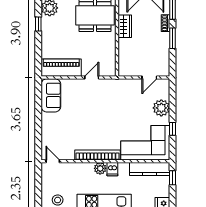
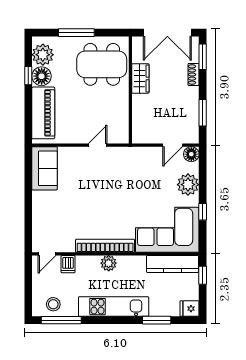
floor lamp: (49, 24) -> (42, 76), added
window: (173, 38) -> (203, 113), moved
piano: (61, 68) -> (43, 113), moved, turned 90
floor lamp: (164, 84) -> (191, 154), added
door: (53, 161) -> (47, 254), swing flipped
dishwasher: (112, 169) -> (68, 264), moved

